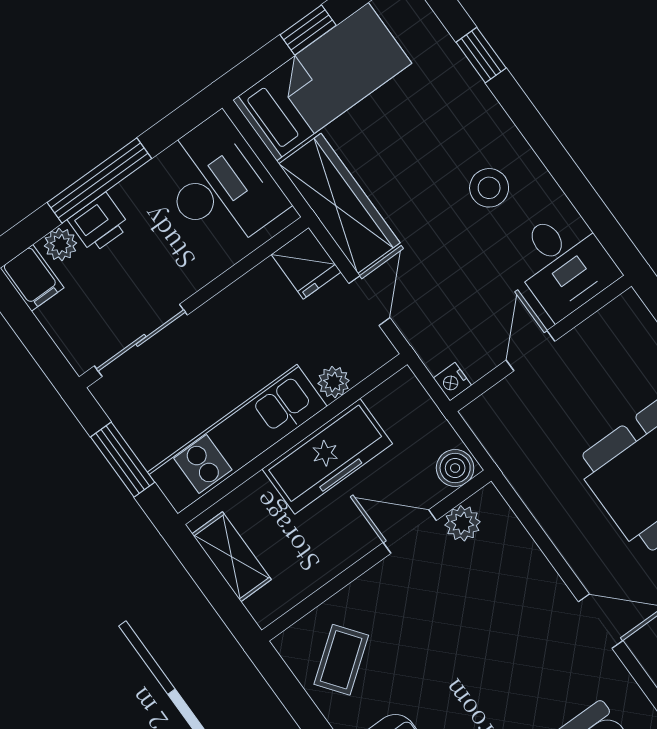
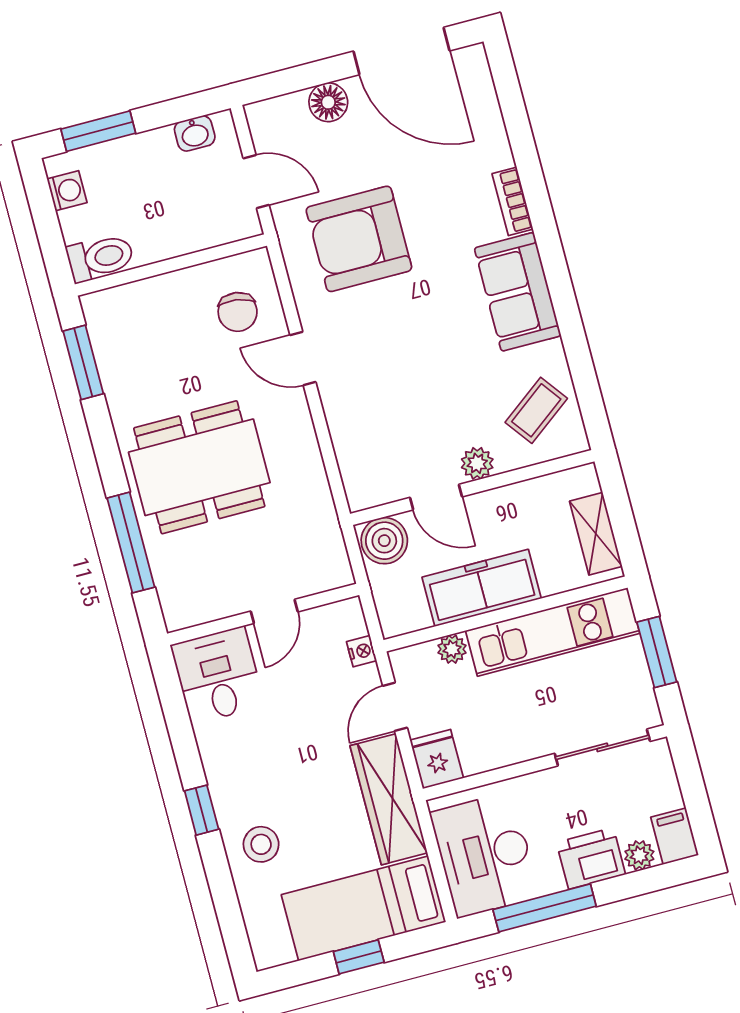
window: (481, 55) -> (202, 810), moved
window: (99, 181) -> (545, 908), moved
stool: (489, 188) -> (261, 844), moved
printer: (99, 223) -> (591, 858), width x1.36, depth x1.24
nightstand: (452, 382) -> (362, 651), moved
boiler: (455, 468) -> (384, 541), width x1.36, depth x1.36
plant: (463, 523) -> (477, 463), moved

